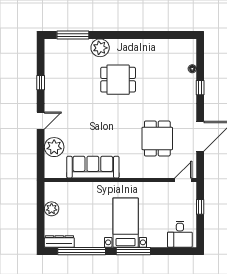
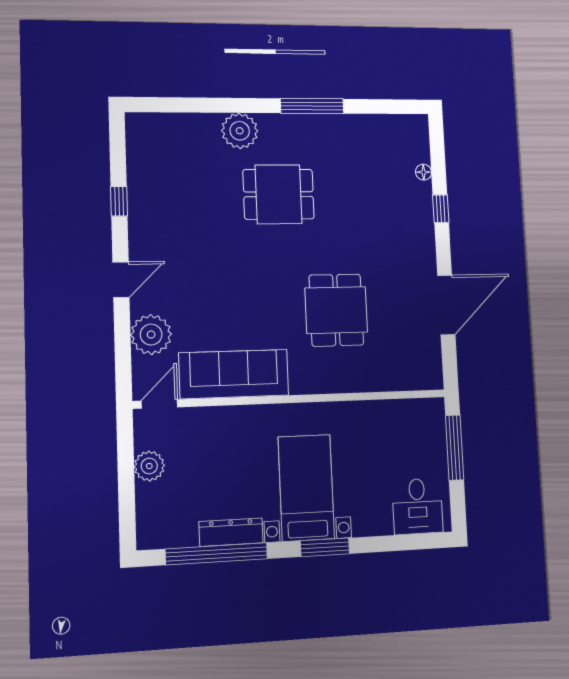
window: (73, 35) -> (312, 106), moved
dining table: (157, 138) -> (336, 310), moved
door: (183, 180) -> (159, 404), moved
window: (200, 207) -> (455, 448), width x2.17
dresser: (59, 241) -> (231, 532), moved
window: (133, 251) -> (325, 547), width x0.69

